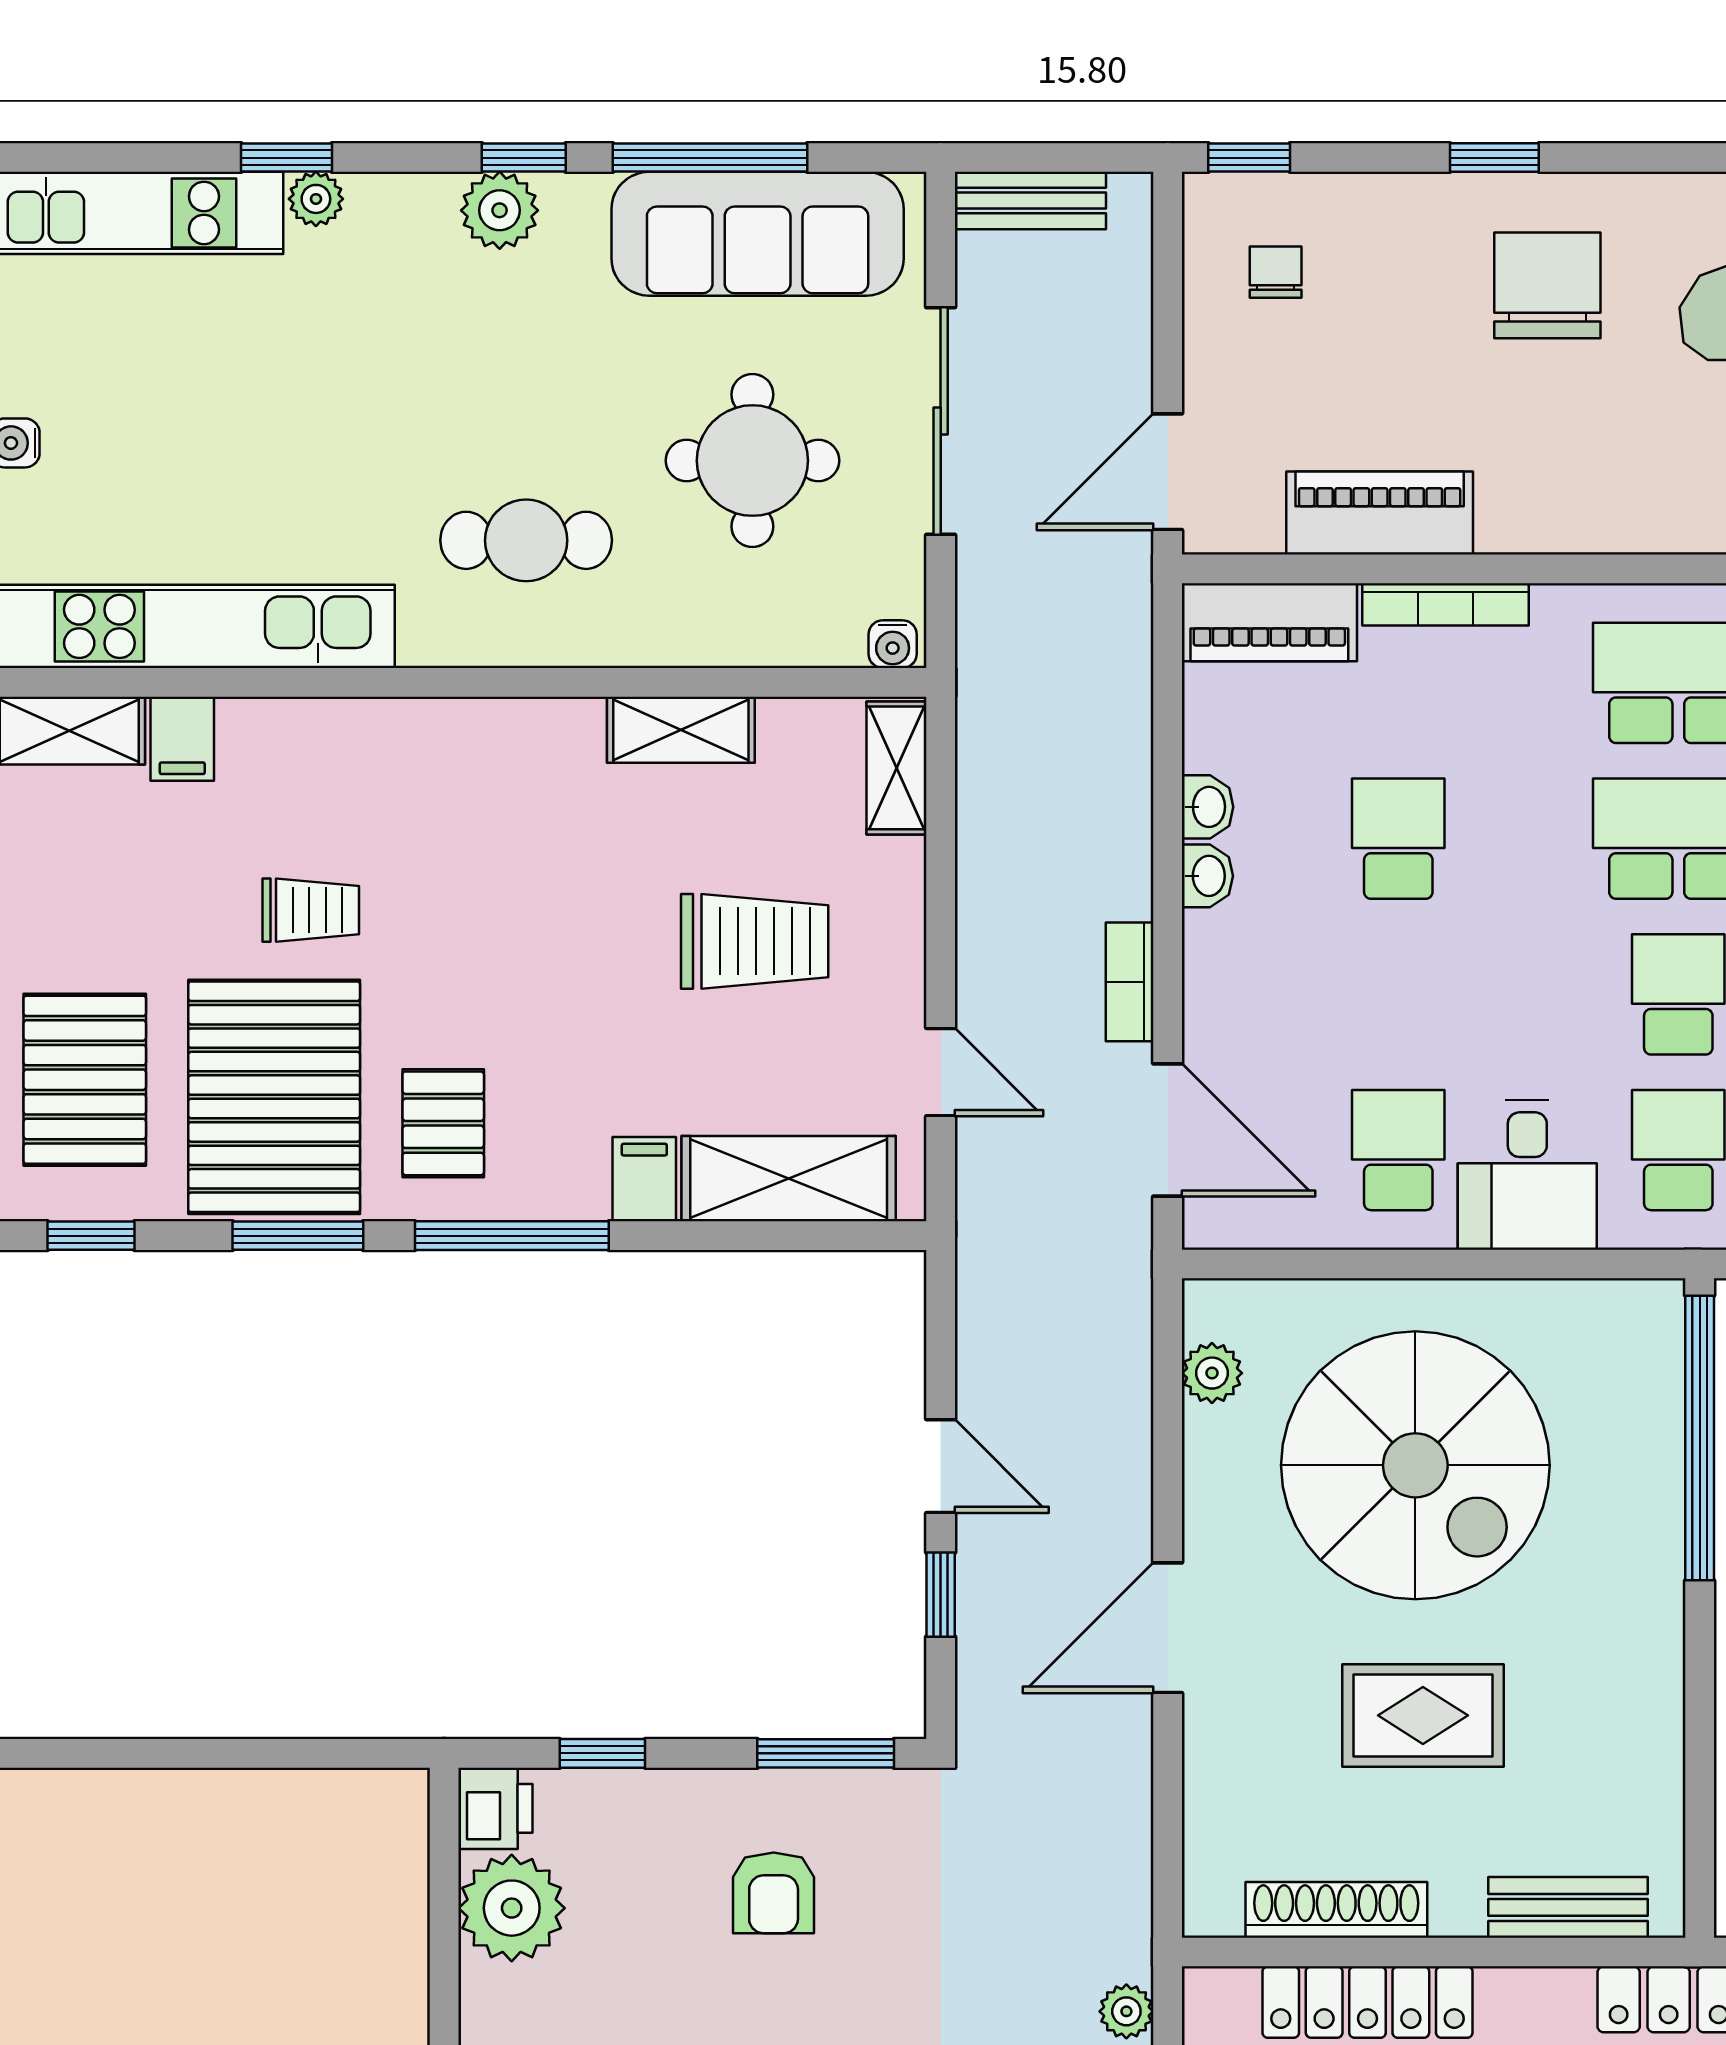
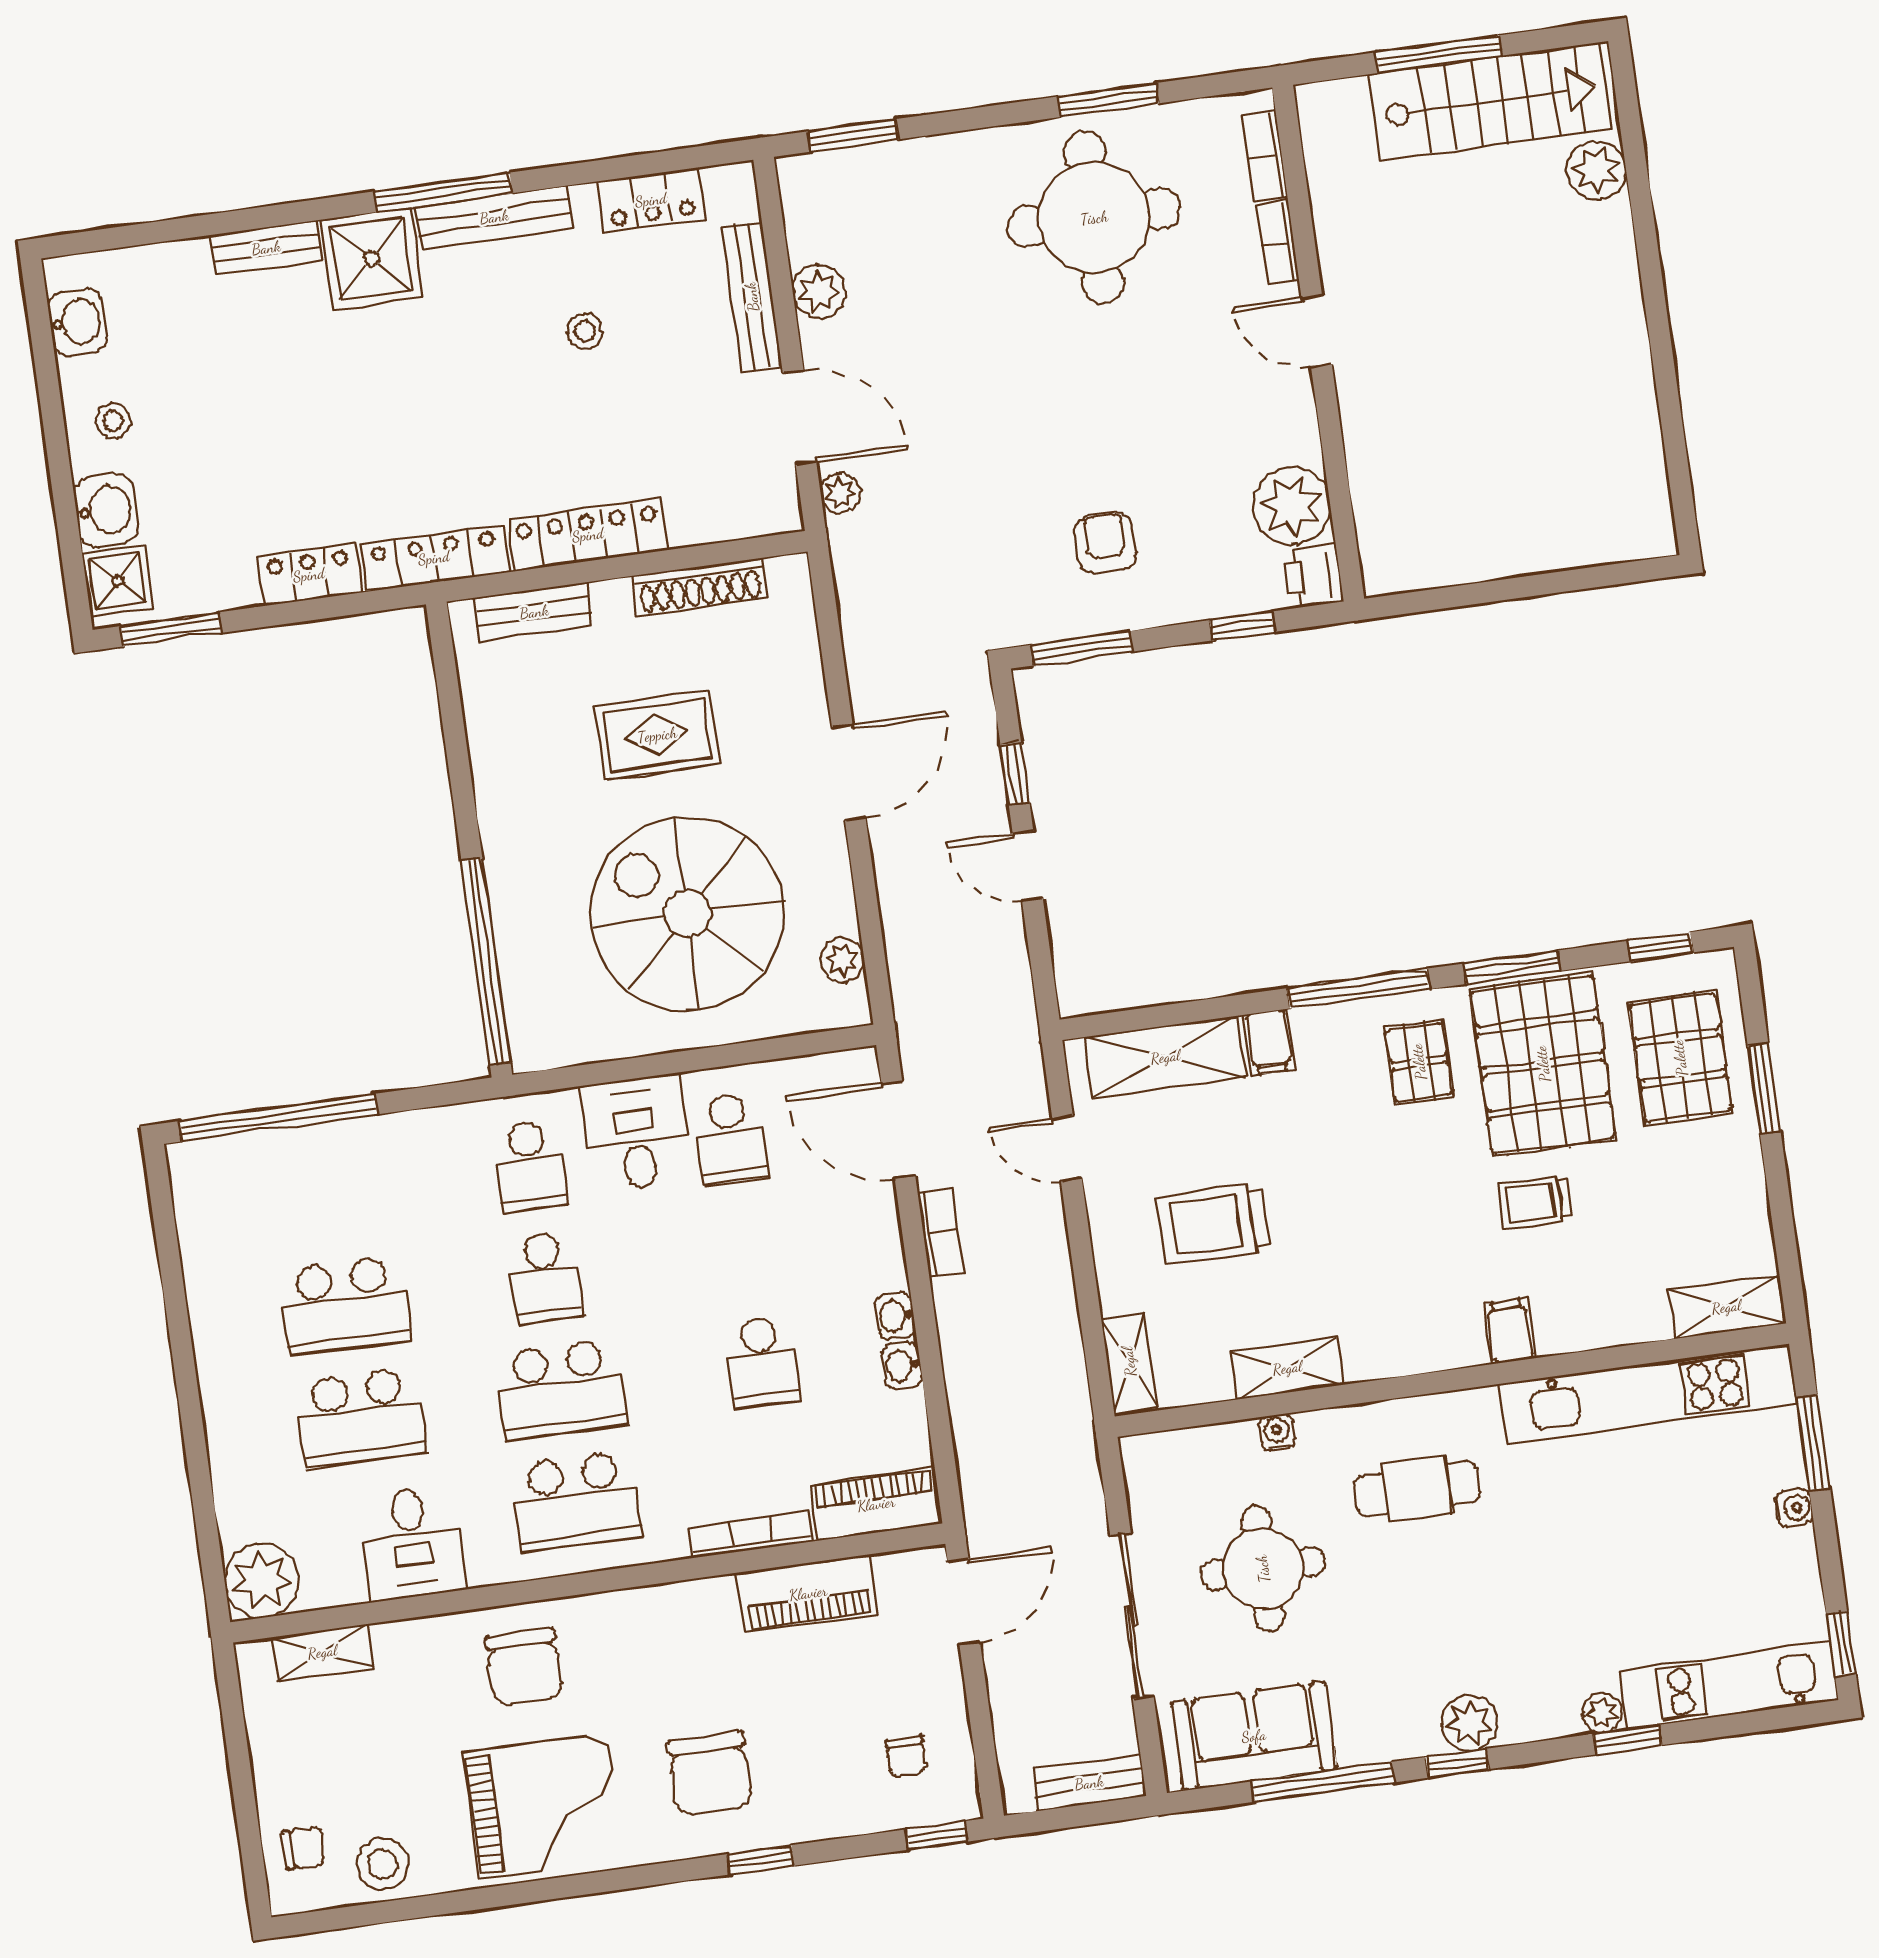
sofa: (758, 234) -> (1254, 1736), width x0.73
water cooler: (893, 644) -> (1277, 1432), moved
filing cabinet: (182, 739) -> (1509, 1331), moved
locker: (1367, 2002) -> (588, 535), moved

